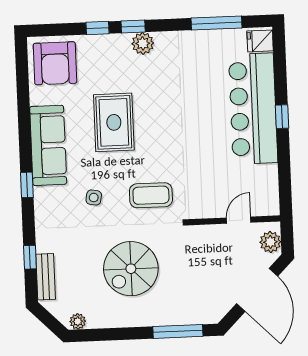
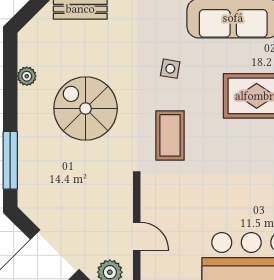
plant: (78, 321) -> (27, 76), moved

